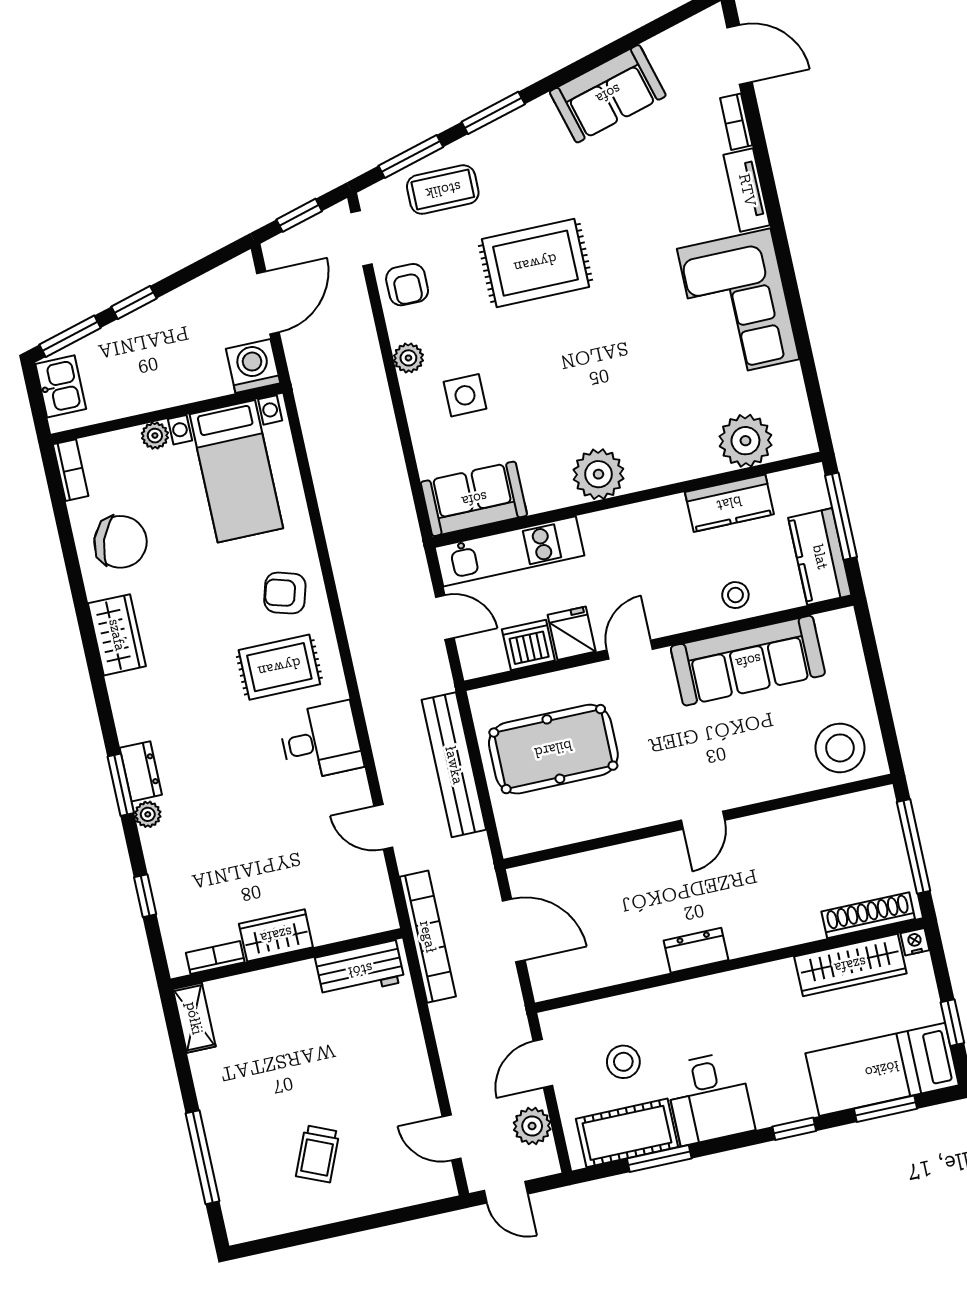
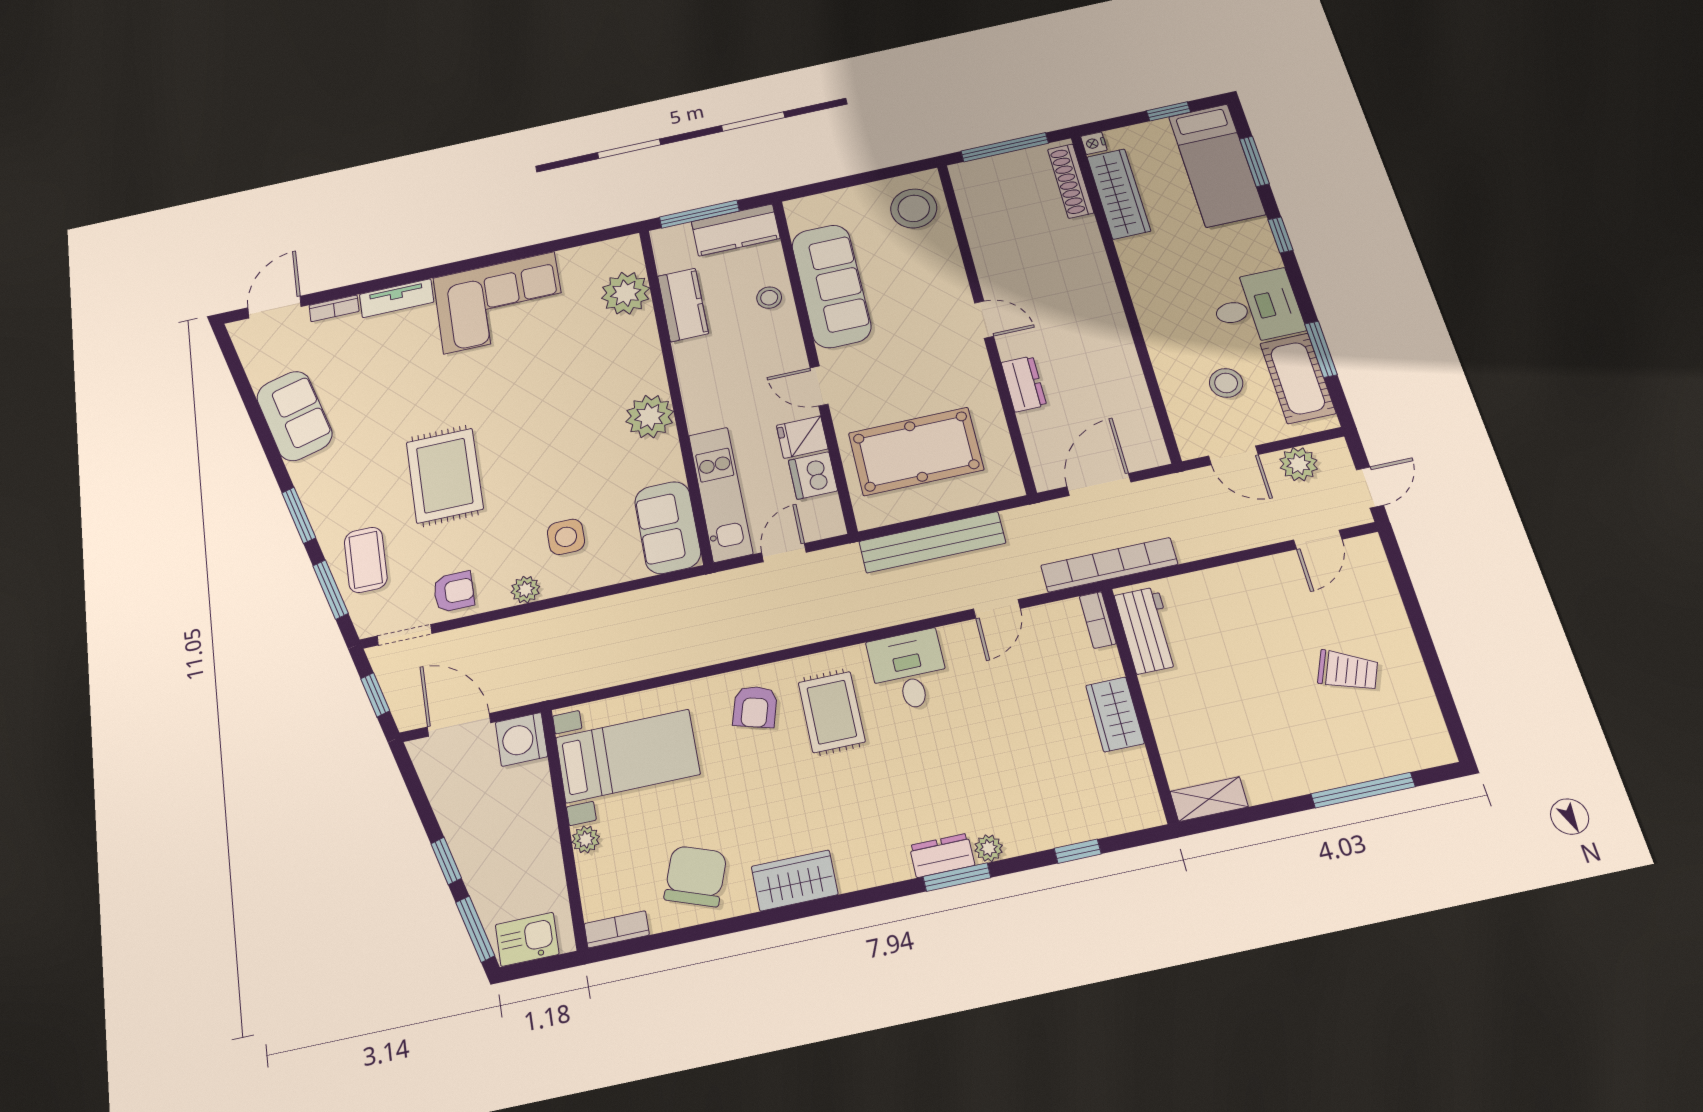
pool table: (553, 749) -> (916, 451), turned 90
dresser: (696, 950) -> (1024, 384), moved, turned 180
bookcase: (215, 957) -> (1098, 620), moved

